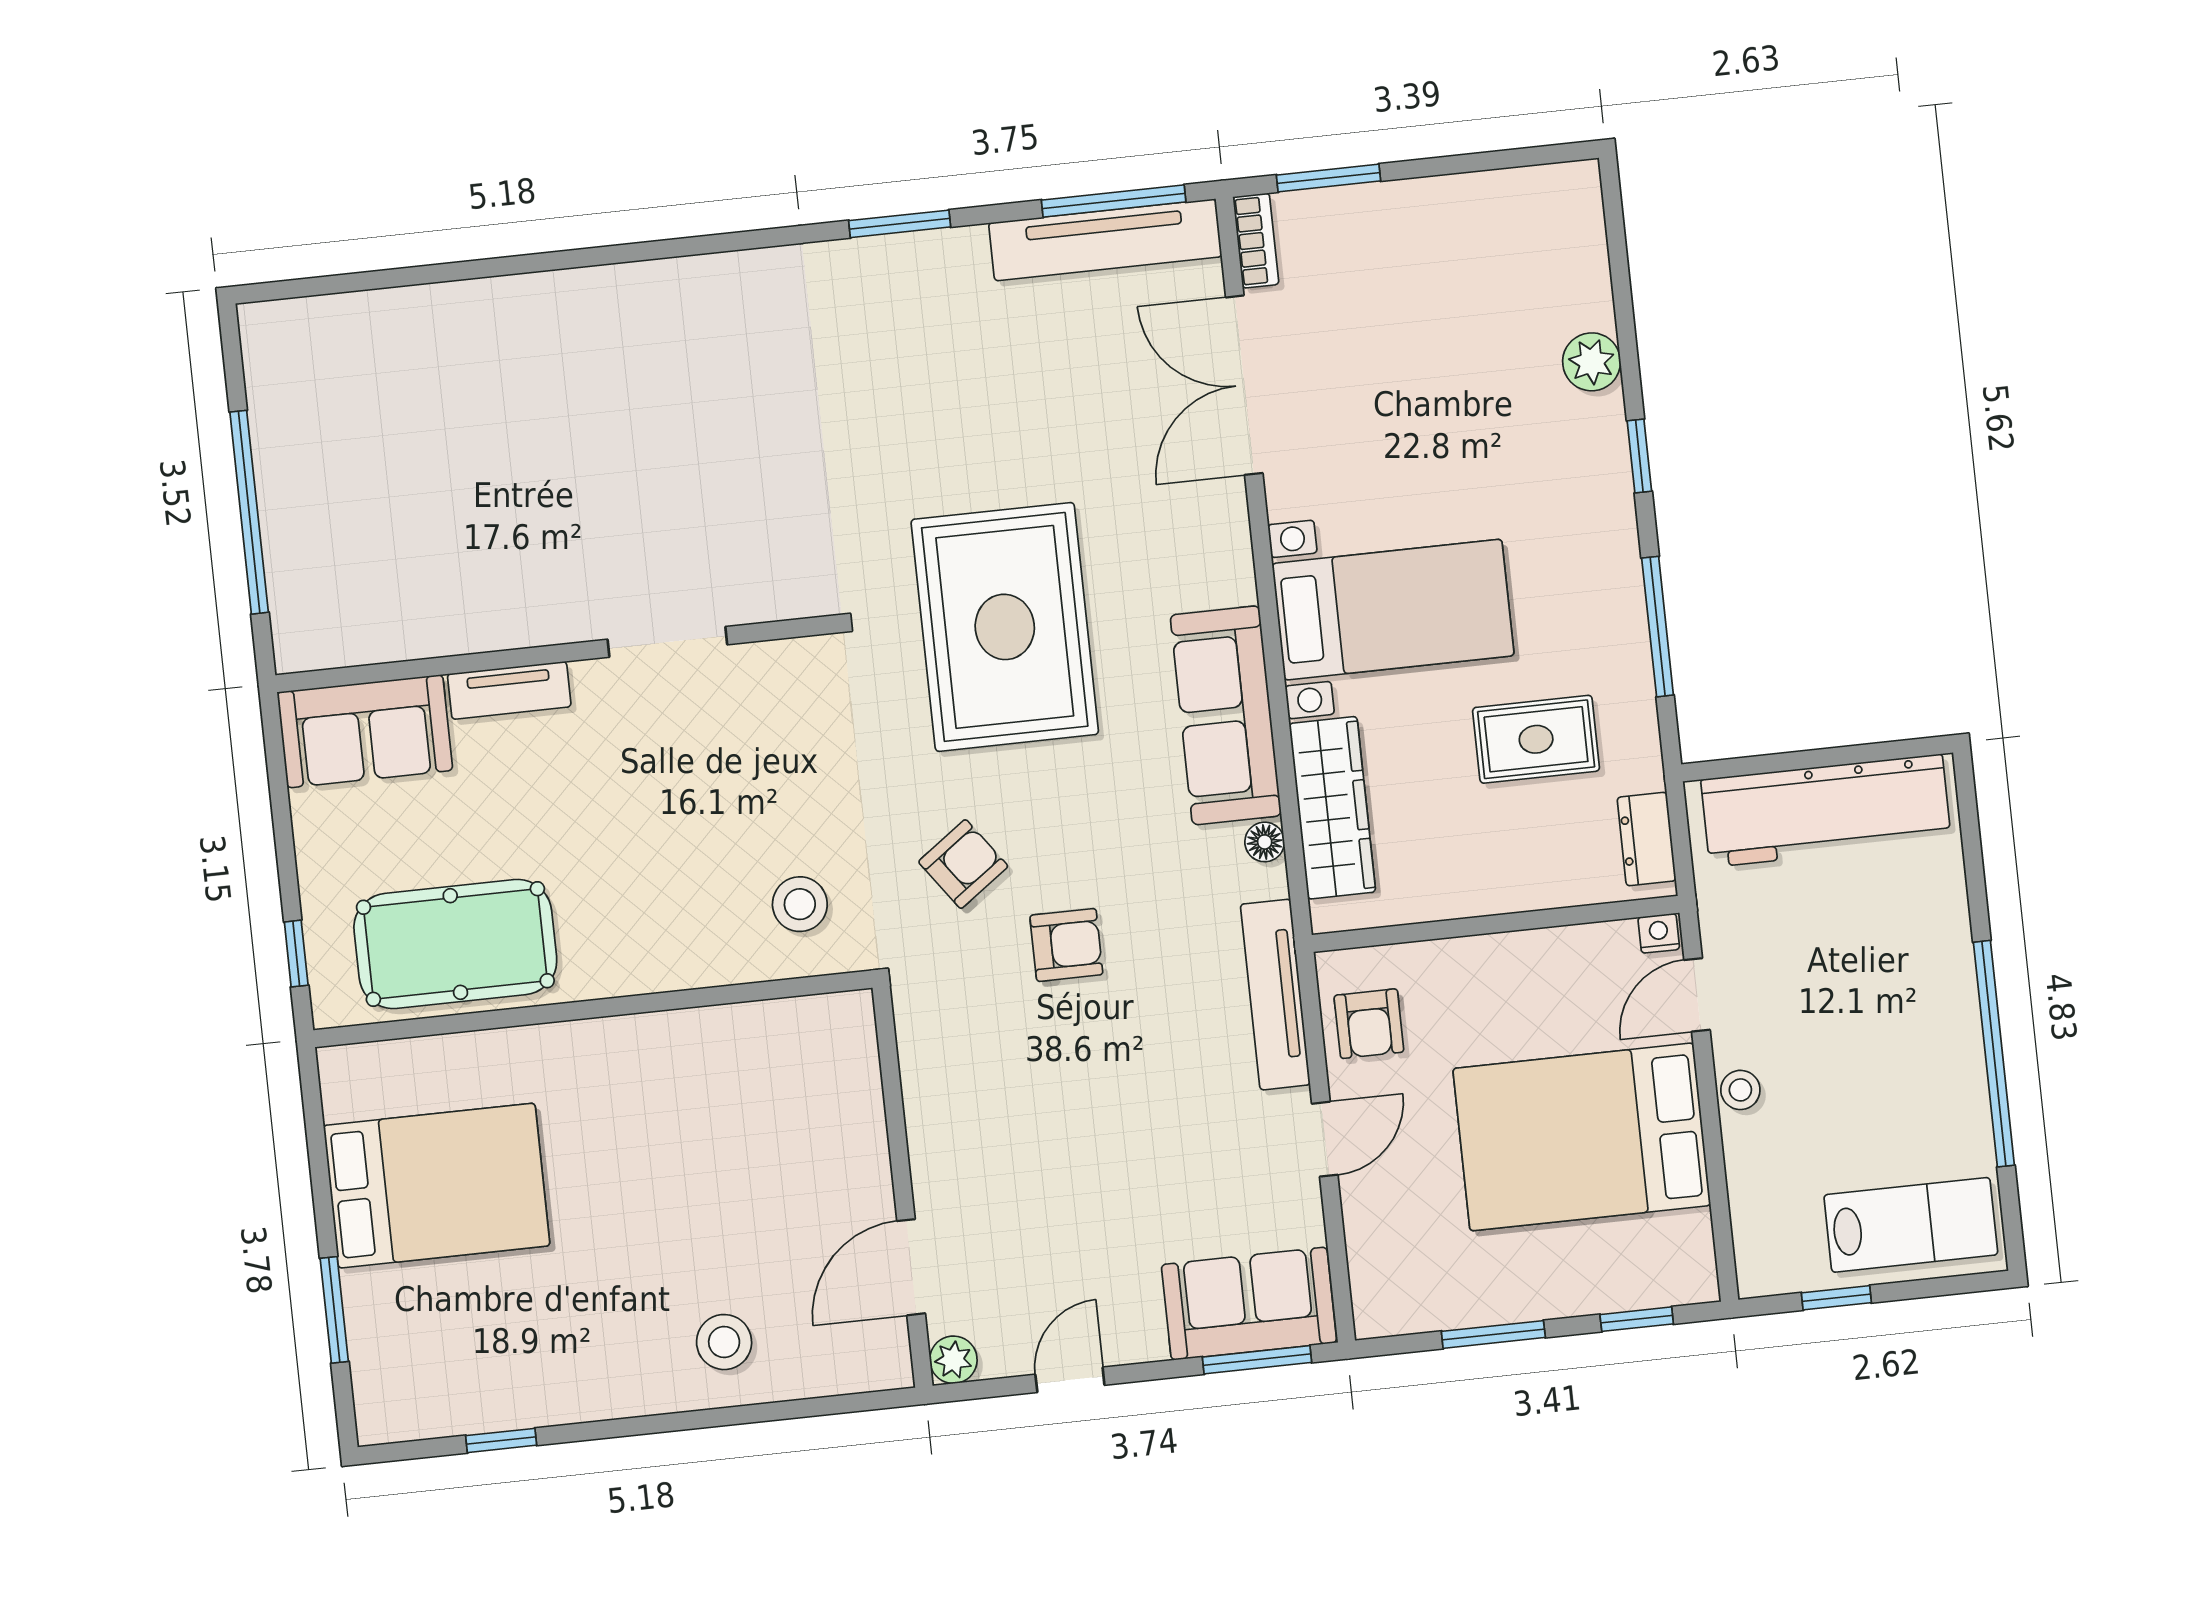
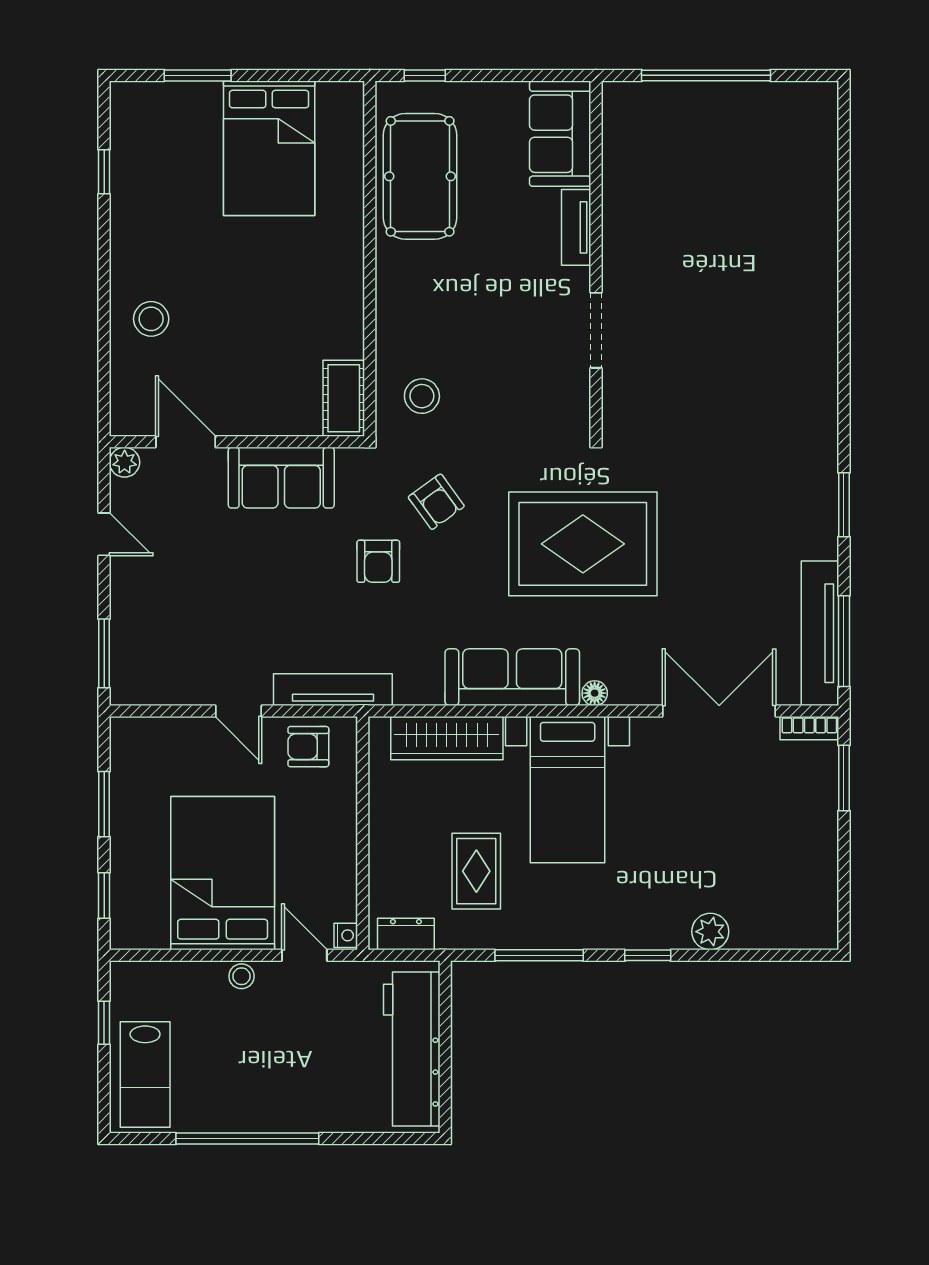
floor lamp: (1265, 842) -> (595, 693), moved
cot: (816, 1026) -> (344, 398), added
sofa: (1249, 1304) -> (281, 478), moved, turned 90

